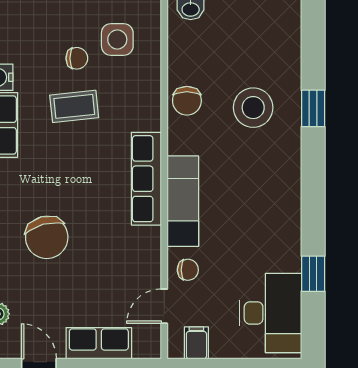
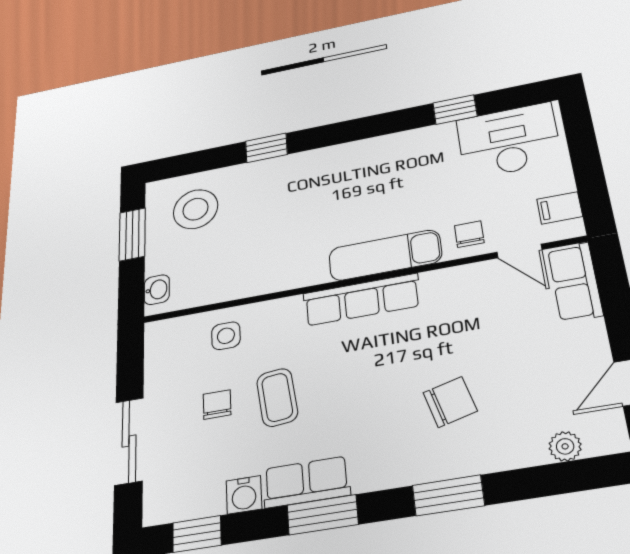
side table: (117, 39) -> (226, 336), moved, width x0.73, depth x0.73
chair: (187, 101) -> (264, 273), removed
stool: (253, 108) -> (195, 209), moved
chair: (47, 237) -> (450, 402), width x0.73, depth x0.73
row of seats: (99, 343) -> (575, 282), moved

